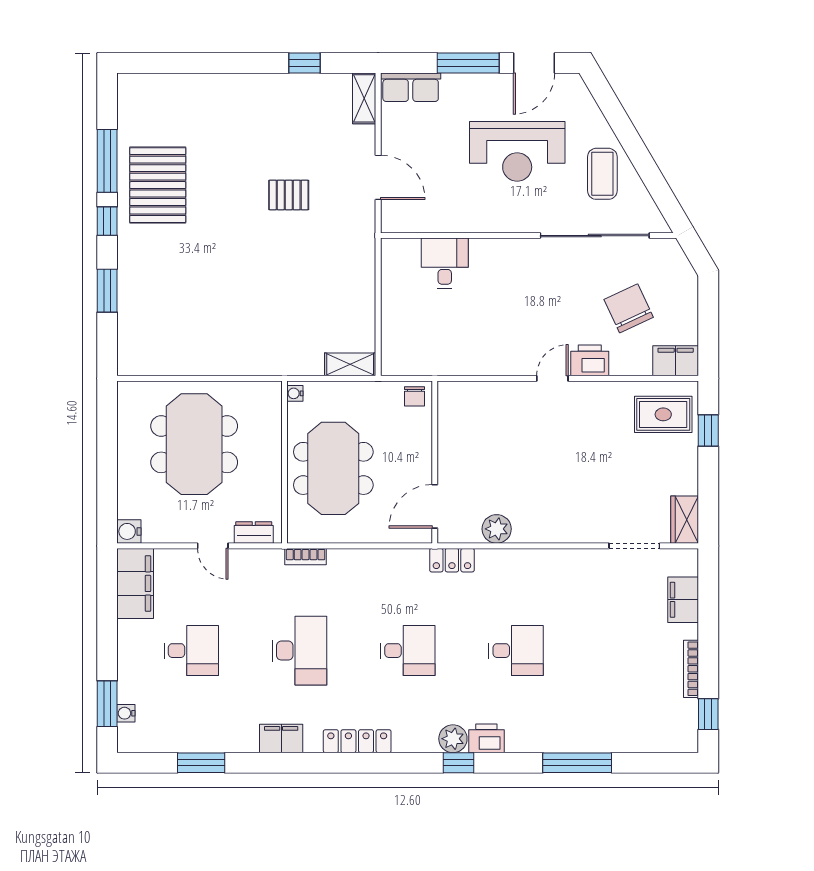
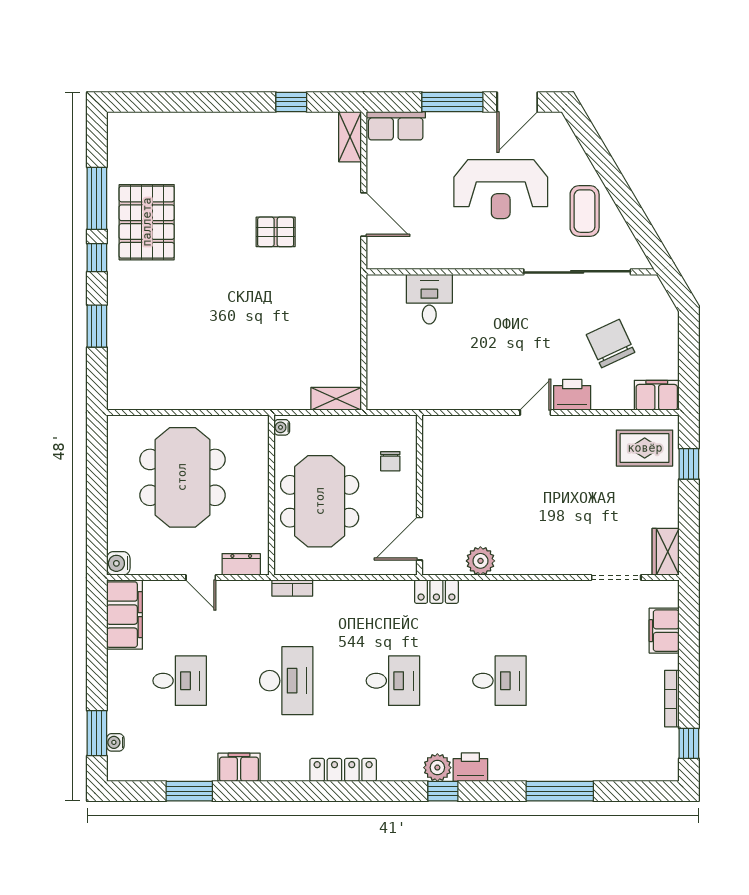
chair: (415, 396) -> (390, 461), moved
filing cabinet: (281, 738) -> (239, 767), moved

